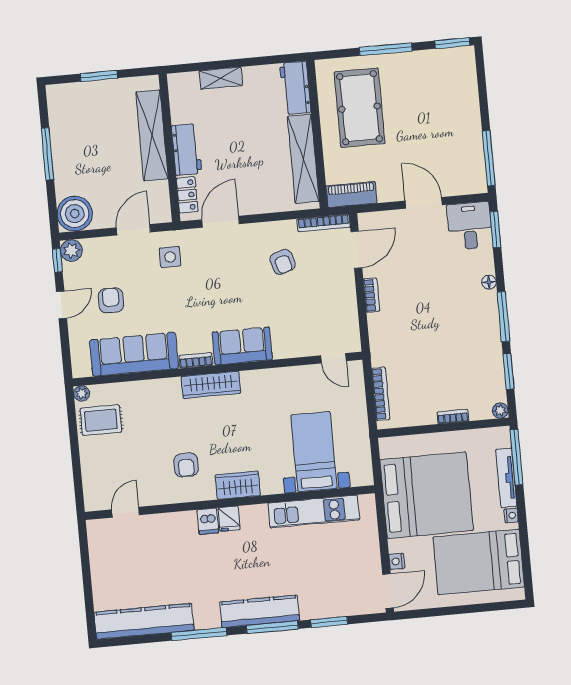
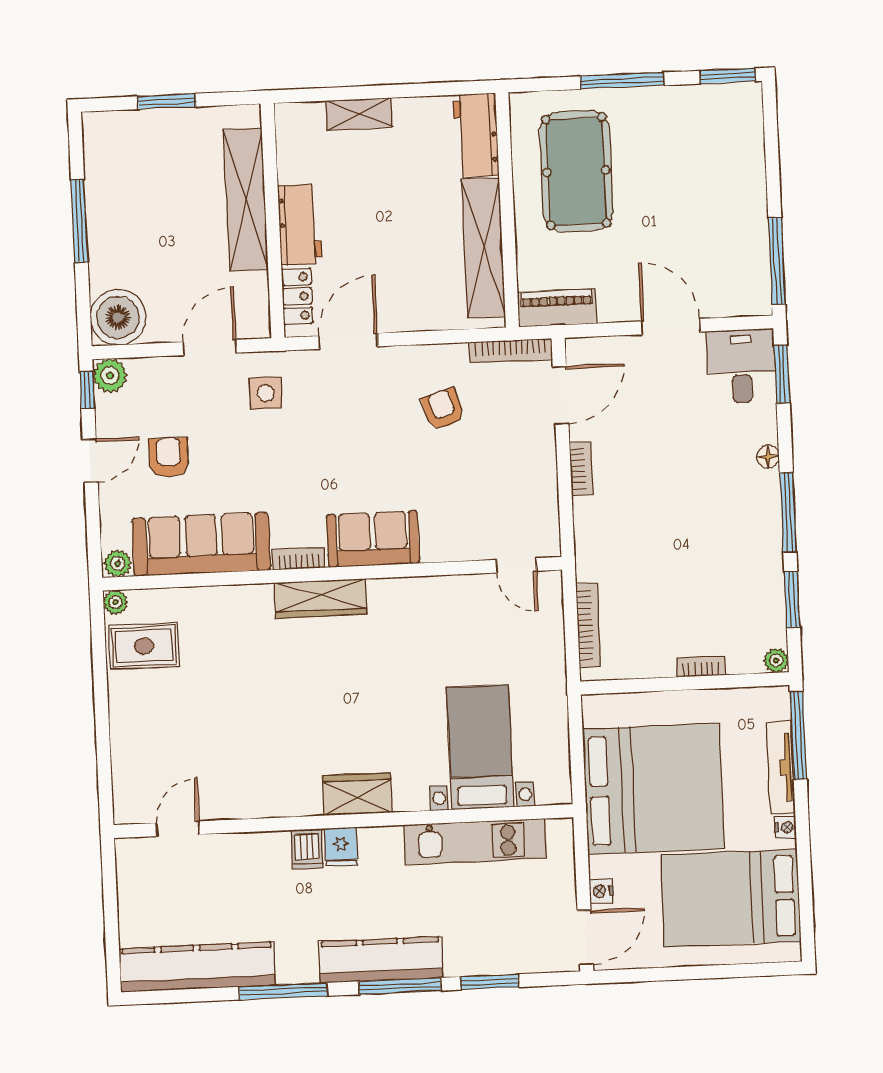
armchair: (283, 262) -> (443, 409), turned 180
plant: (82, 369) -> (118, 563), added
bed with nightstands: (314, 452) -> (480, 747), moved
armchair: (186, 465) -> (275, 723), removed
wardrobe: (238, 485) -> (357, 794), moved
wall: (230, 503) -> (343, 821), moved
door: (125, 512) -> (178, 829), moved
kitchen unit: (314, 512) -> (475, 842), moved
fridge: (229, 519) -> (341, 847), moved
dishwasher: (208, 521) -> (307, 849), moved

